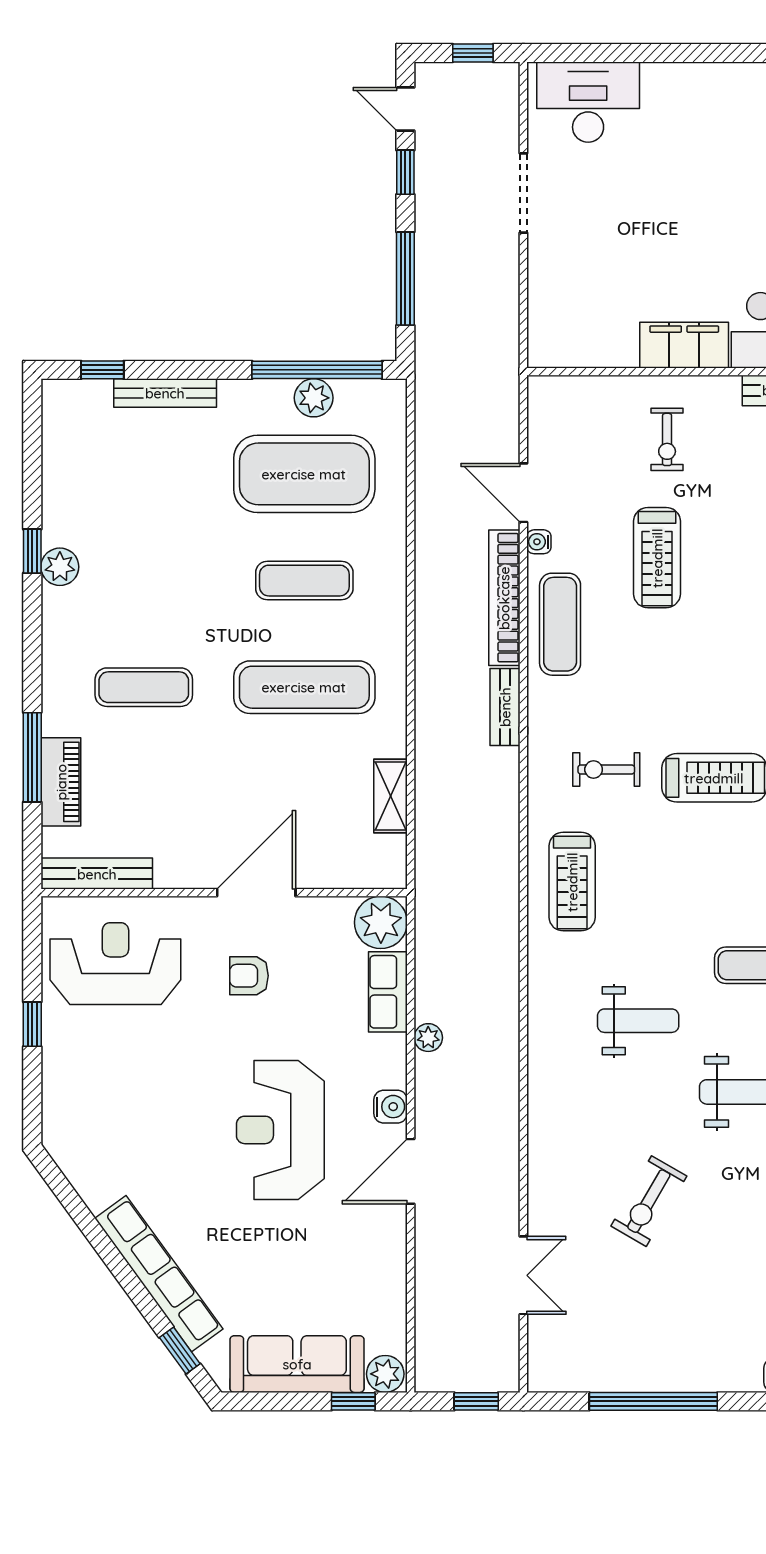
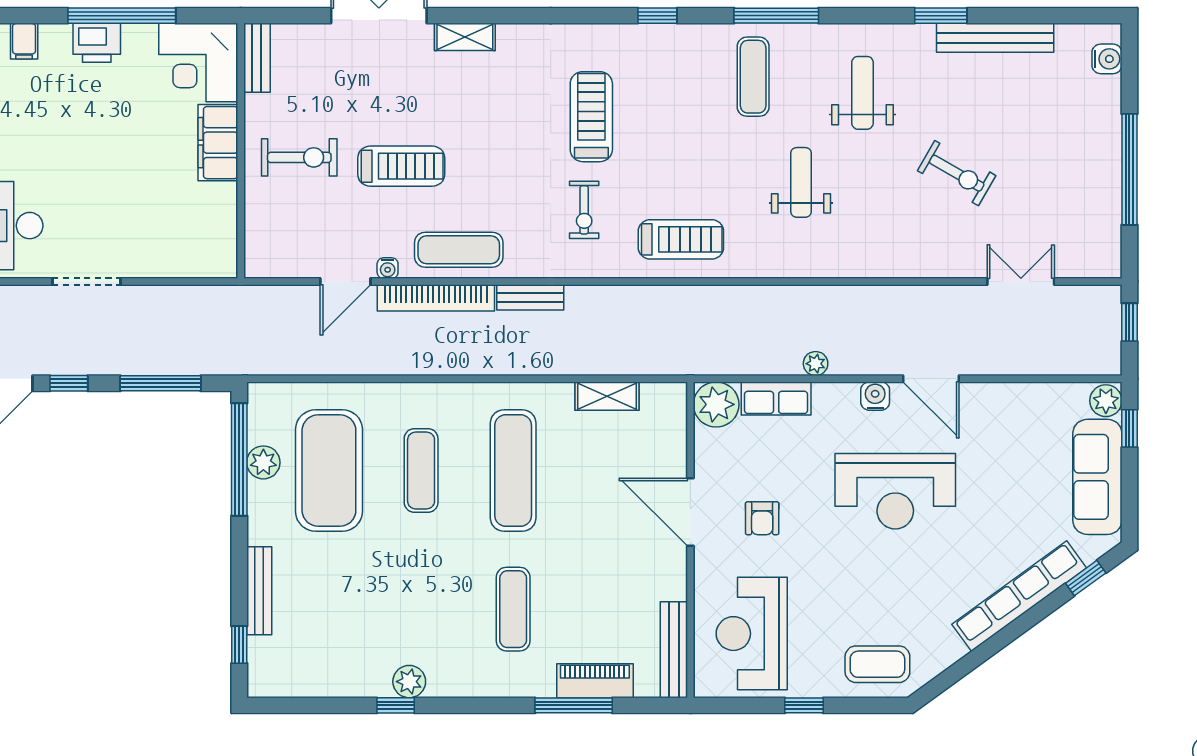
exercise bike: (667, 439) -> (299, 157), width x1.38, depth x1.39
coffee table: (80, 1109) -> (877, 664), added

